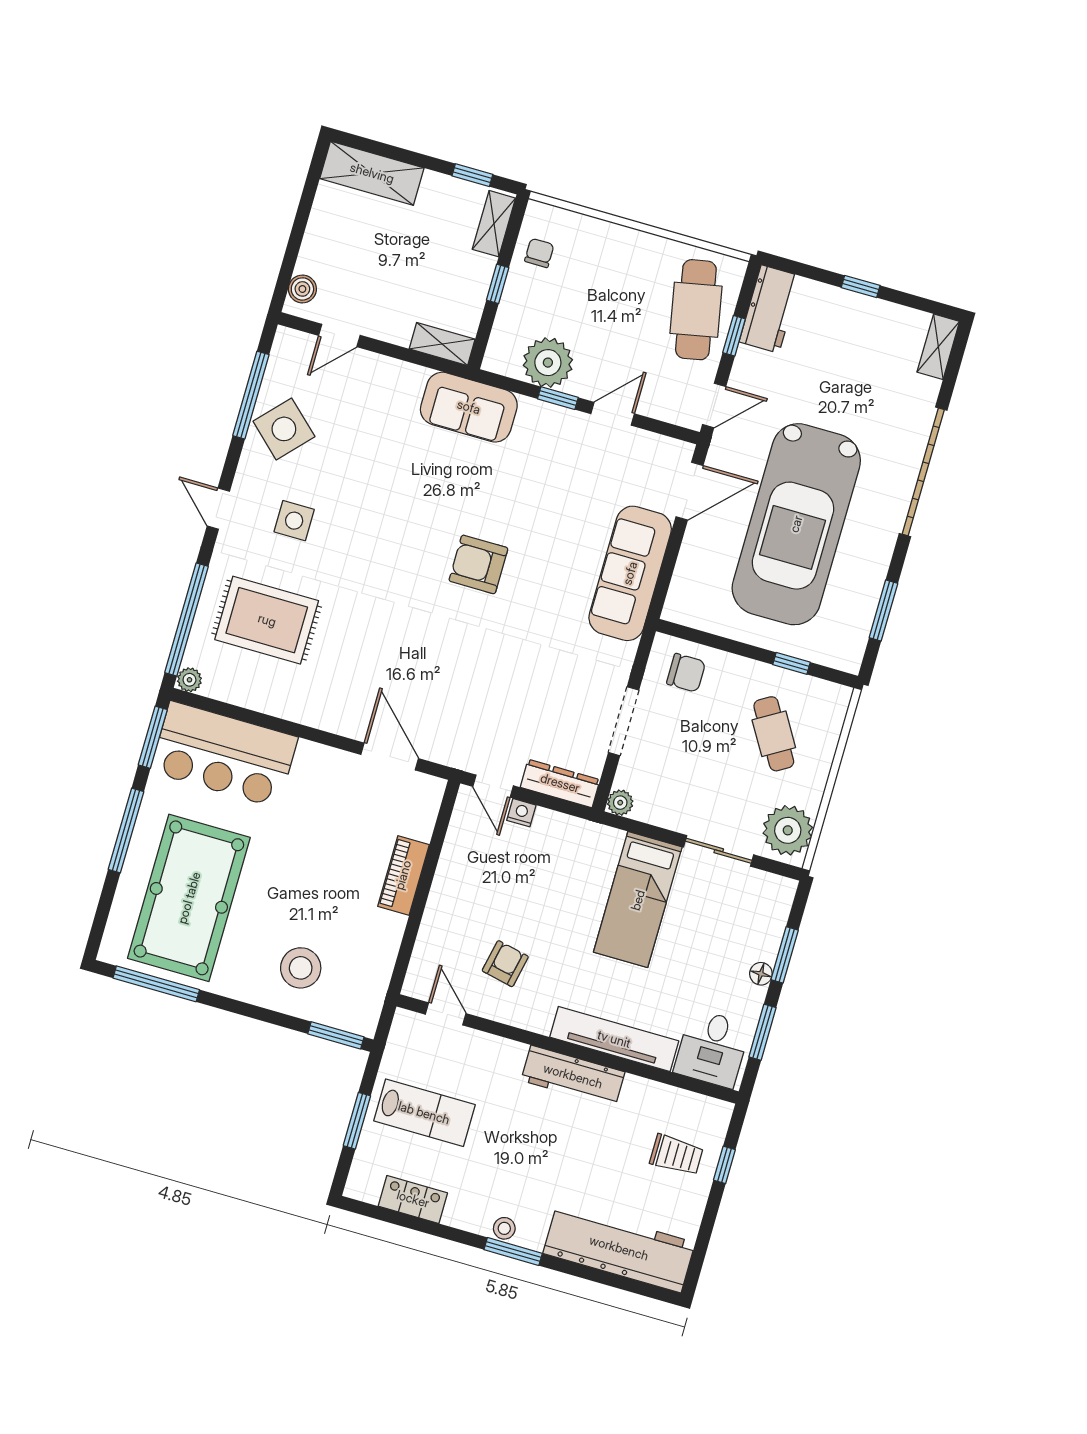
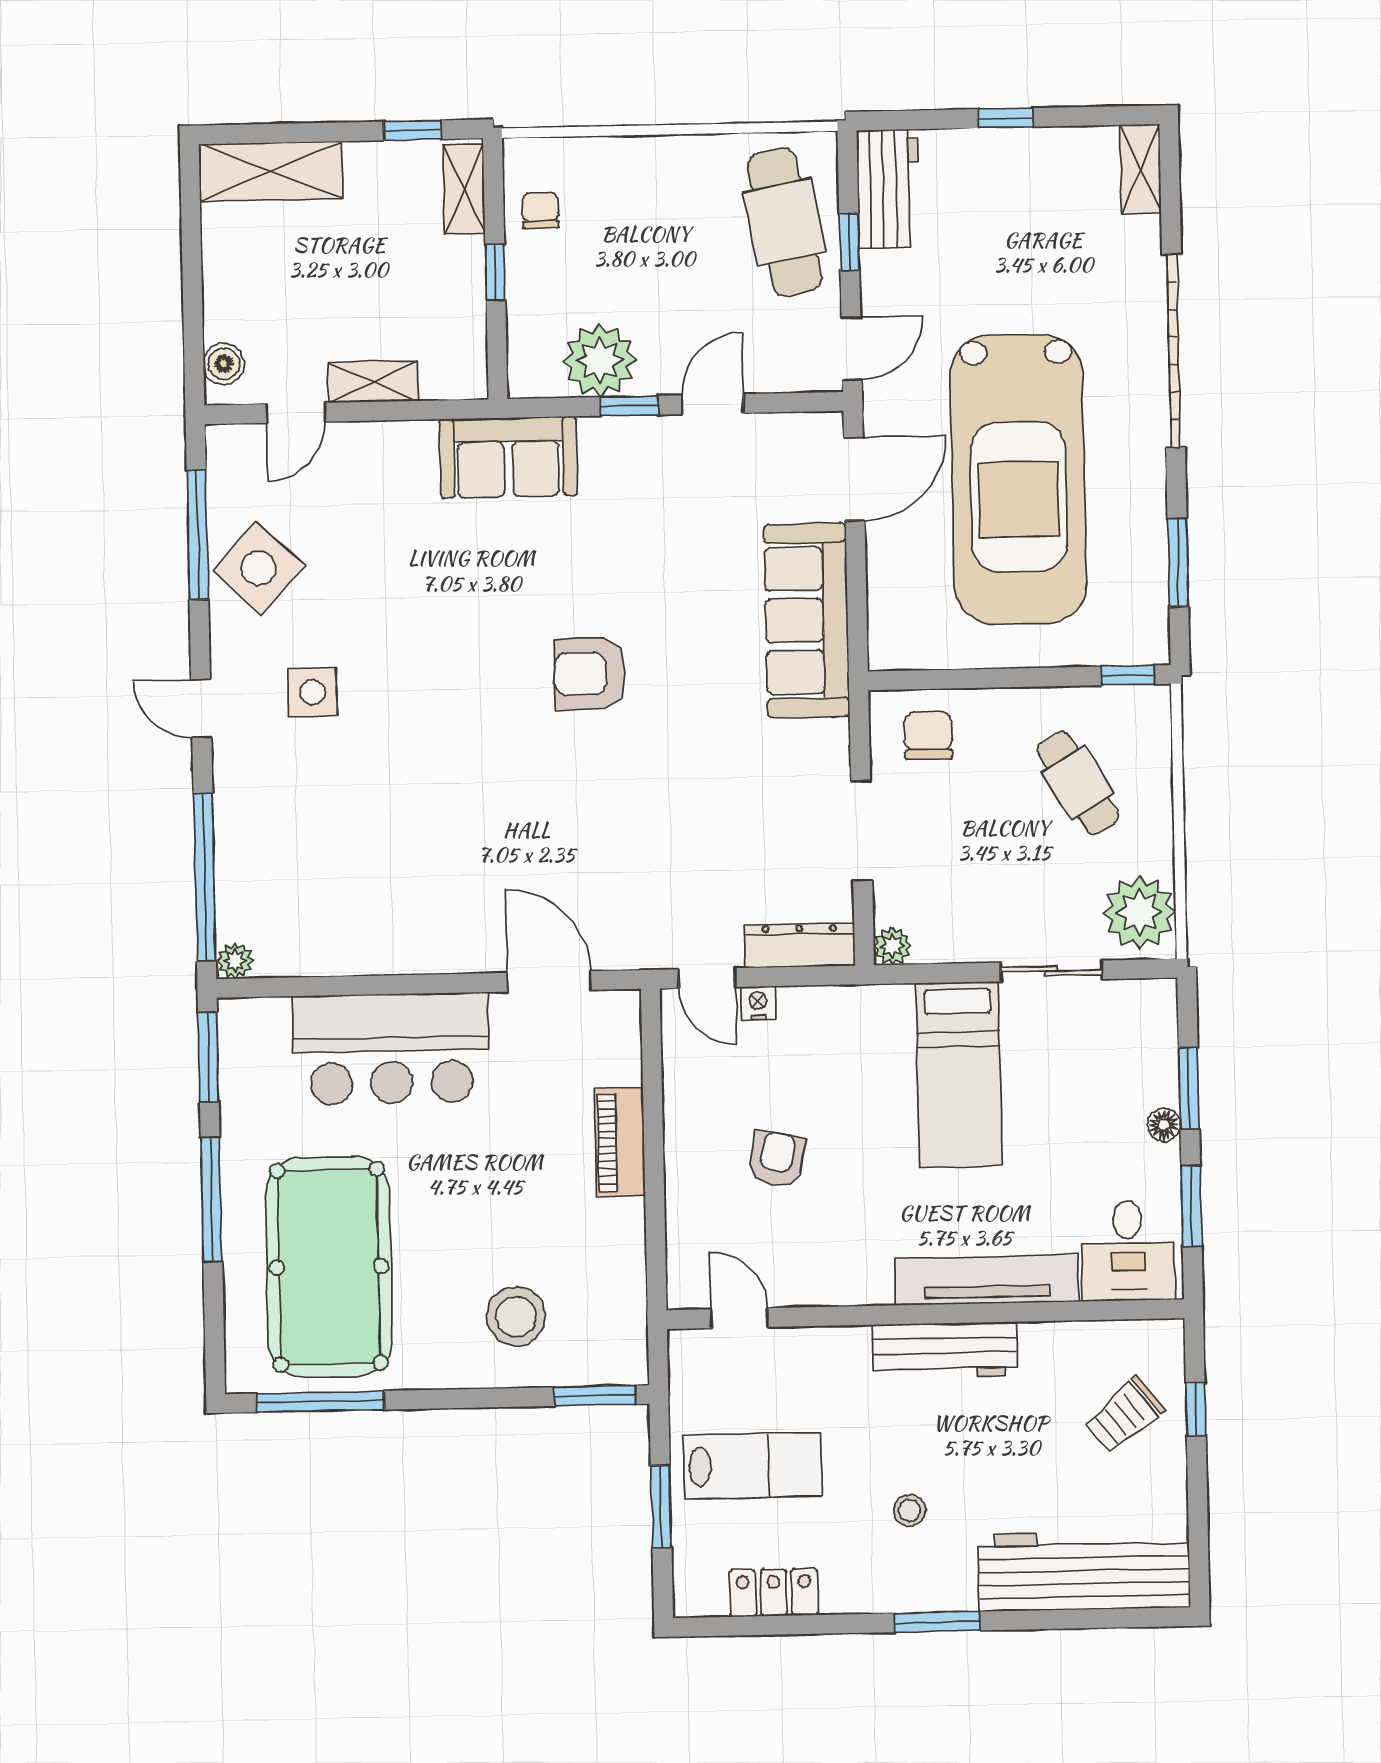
shelving: (442, 344) -> (373, 382), moved
rug: (267, 620) -> (317, 844), removed
window: (791, 663) -> (1128, 675), moved
chair: (686, 673) -> (928, 735), turned -90
bar counter: (224, 754) -> (391, 1049), moved
armchair: (505, 964) -> (776, 1159), moved
trolley: (676, 1155) -> (1124, 1416), turned 141
stool: (504, 1228) -> (909, 1510), moved

